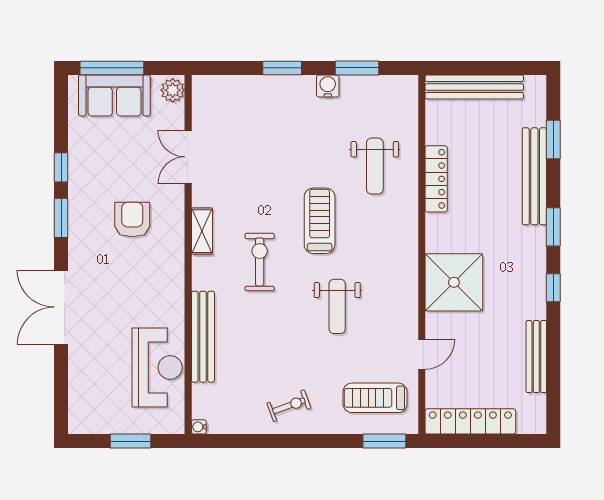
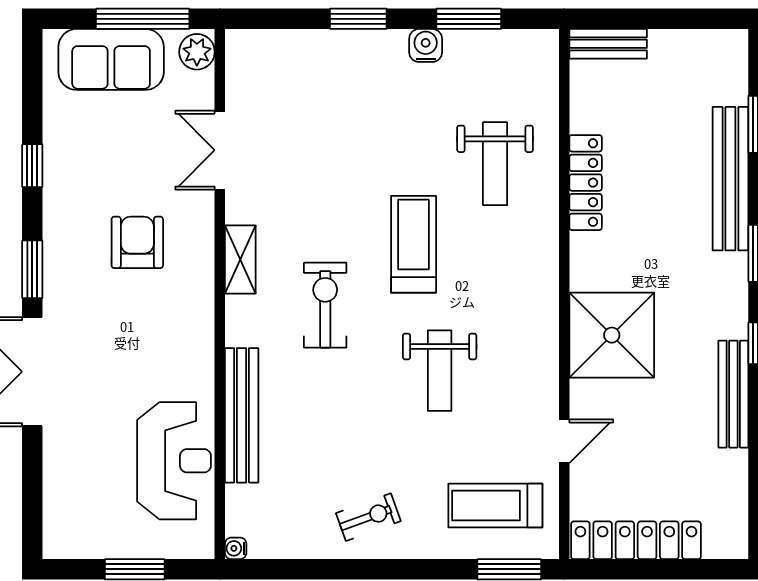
window: (112, 68) -> (143, 19), moved
bench: (474, 87) -> (608, 44), width x0.54, depth x0.82
window: (61, 218) -> (32, 269), moved
bench: (536, 357) -> (733, 394), moved

